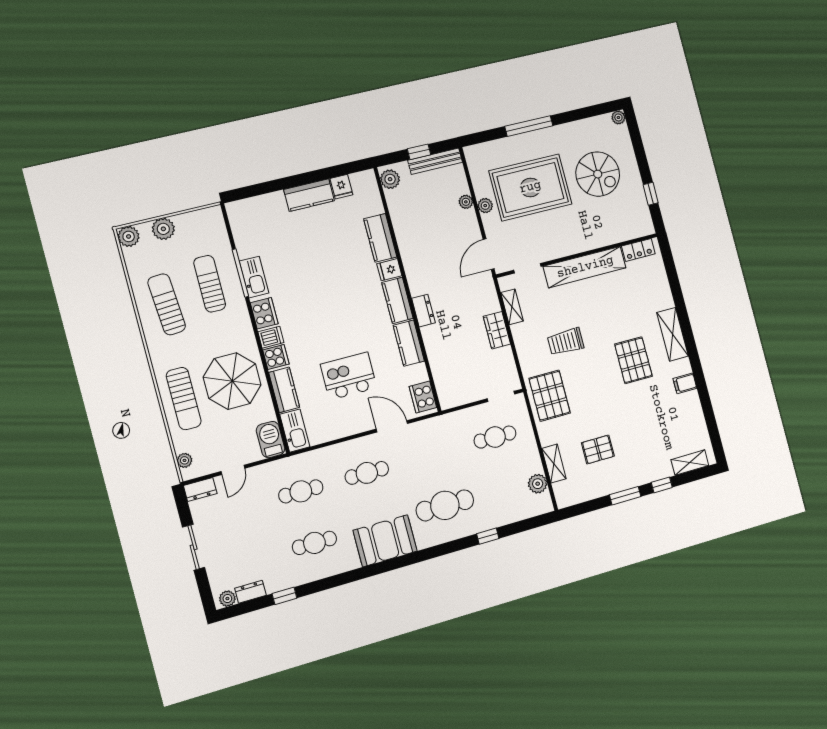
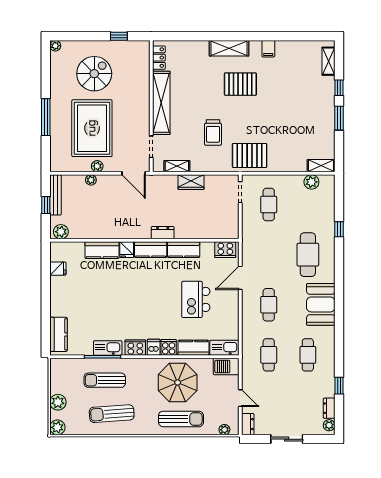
kitchen counter: (309, 195) -> (58, 334), moved
pallet: (598, 449) -> (299, 130), removed
shelving: (554, 464) -> (321, 166), moved

